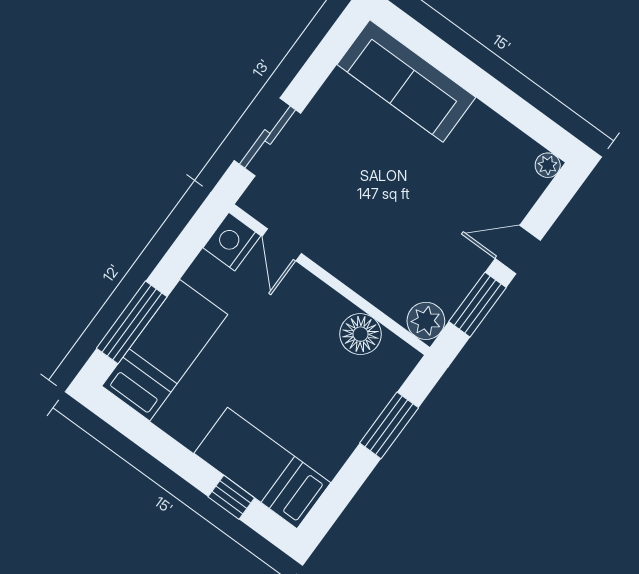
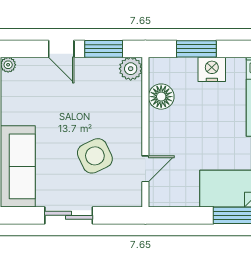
sliding door: (267, 137) -> (69, 215), moved
side table: (346, 191) -> (95, 156), added
nightstand: (232, 242) -> (212, 69), moved, turned 180

